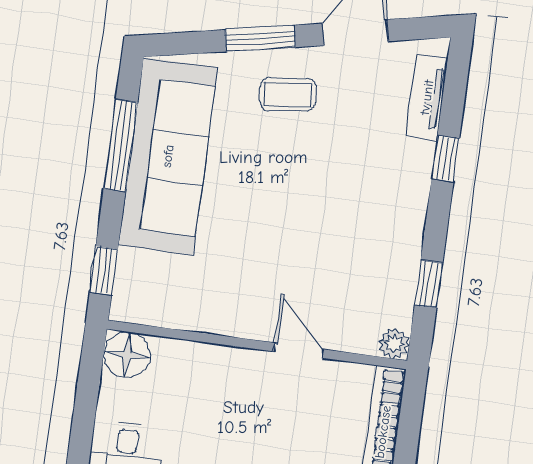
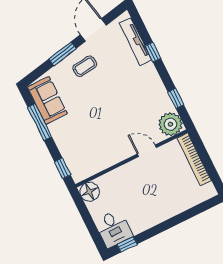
tv unit: (427, 97) -> (136, 42), width x1.41
sofa: (168, 156) -> (47, 100), width x0.54, depth x0.79
plant: (394, 343) -> (170, 124), width x1.87, depth x1.87

